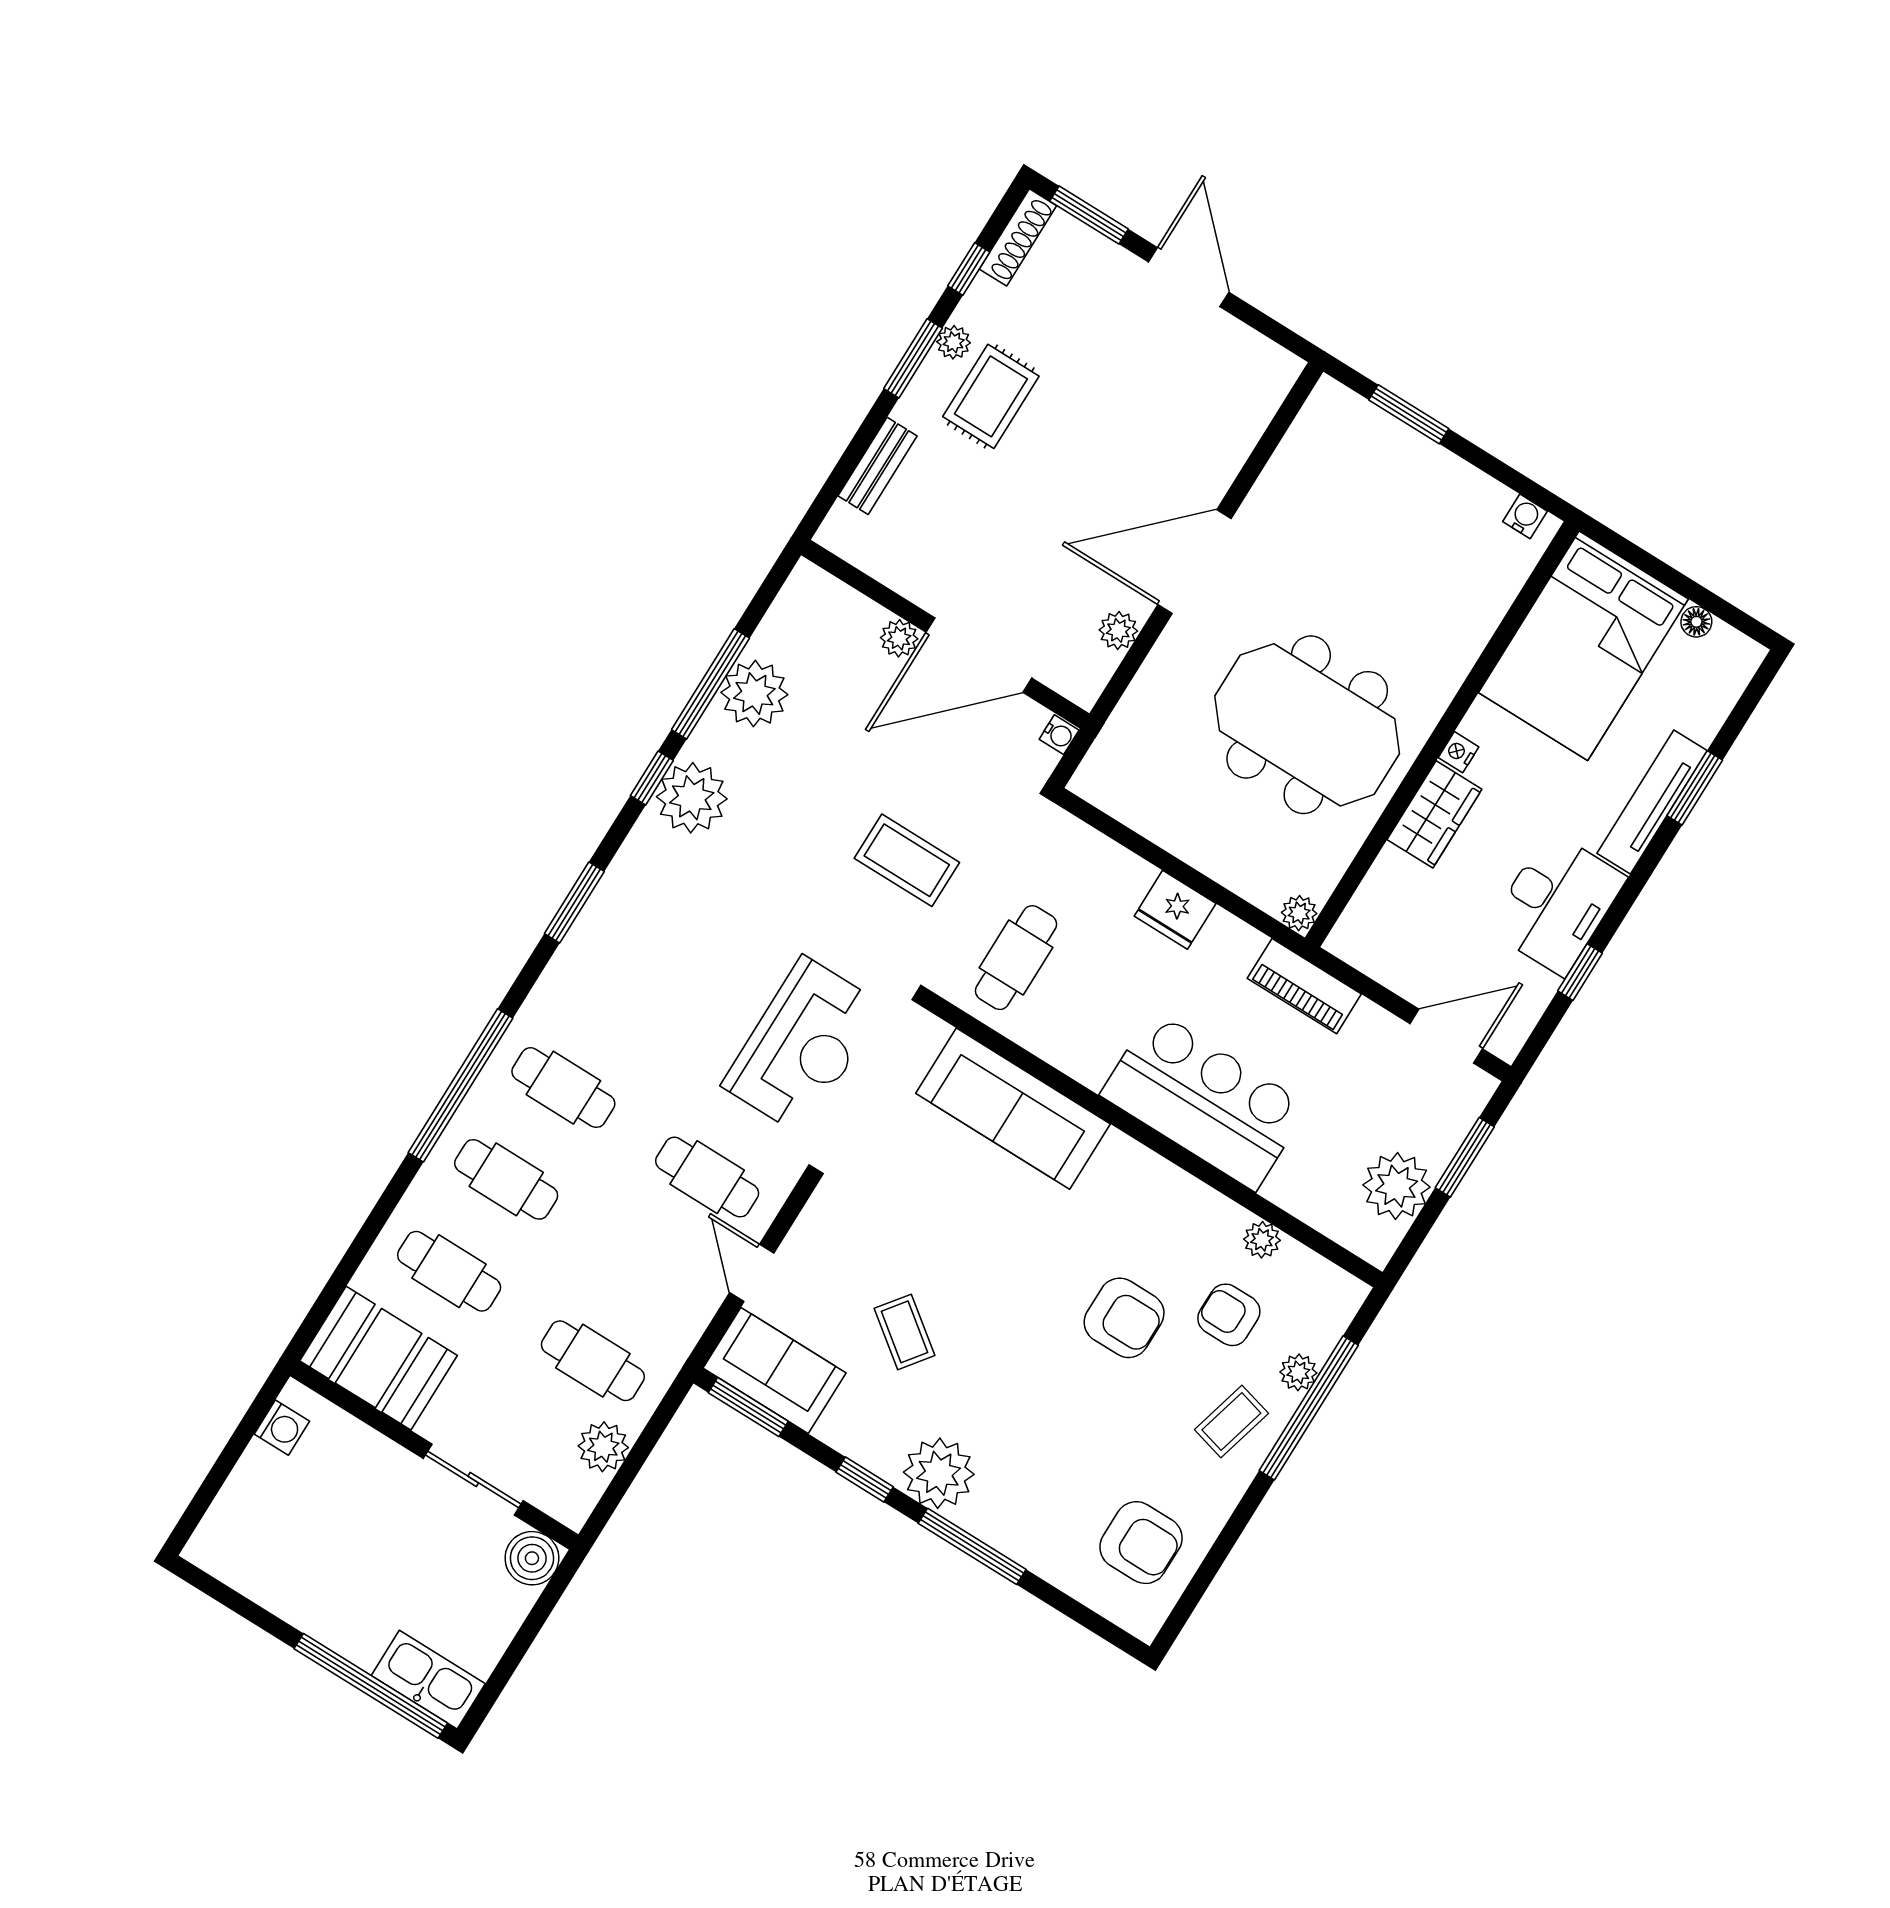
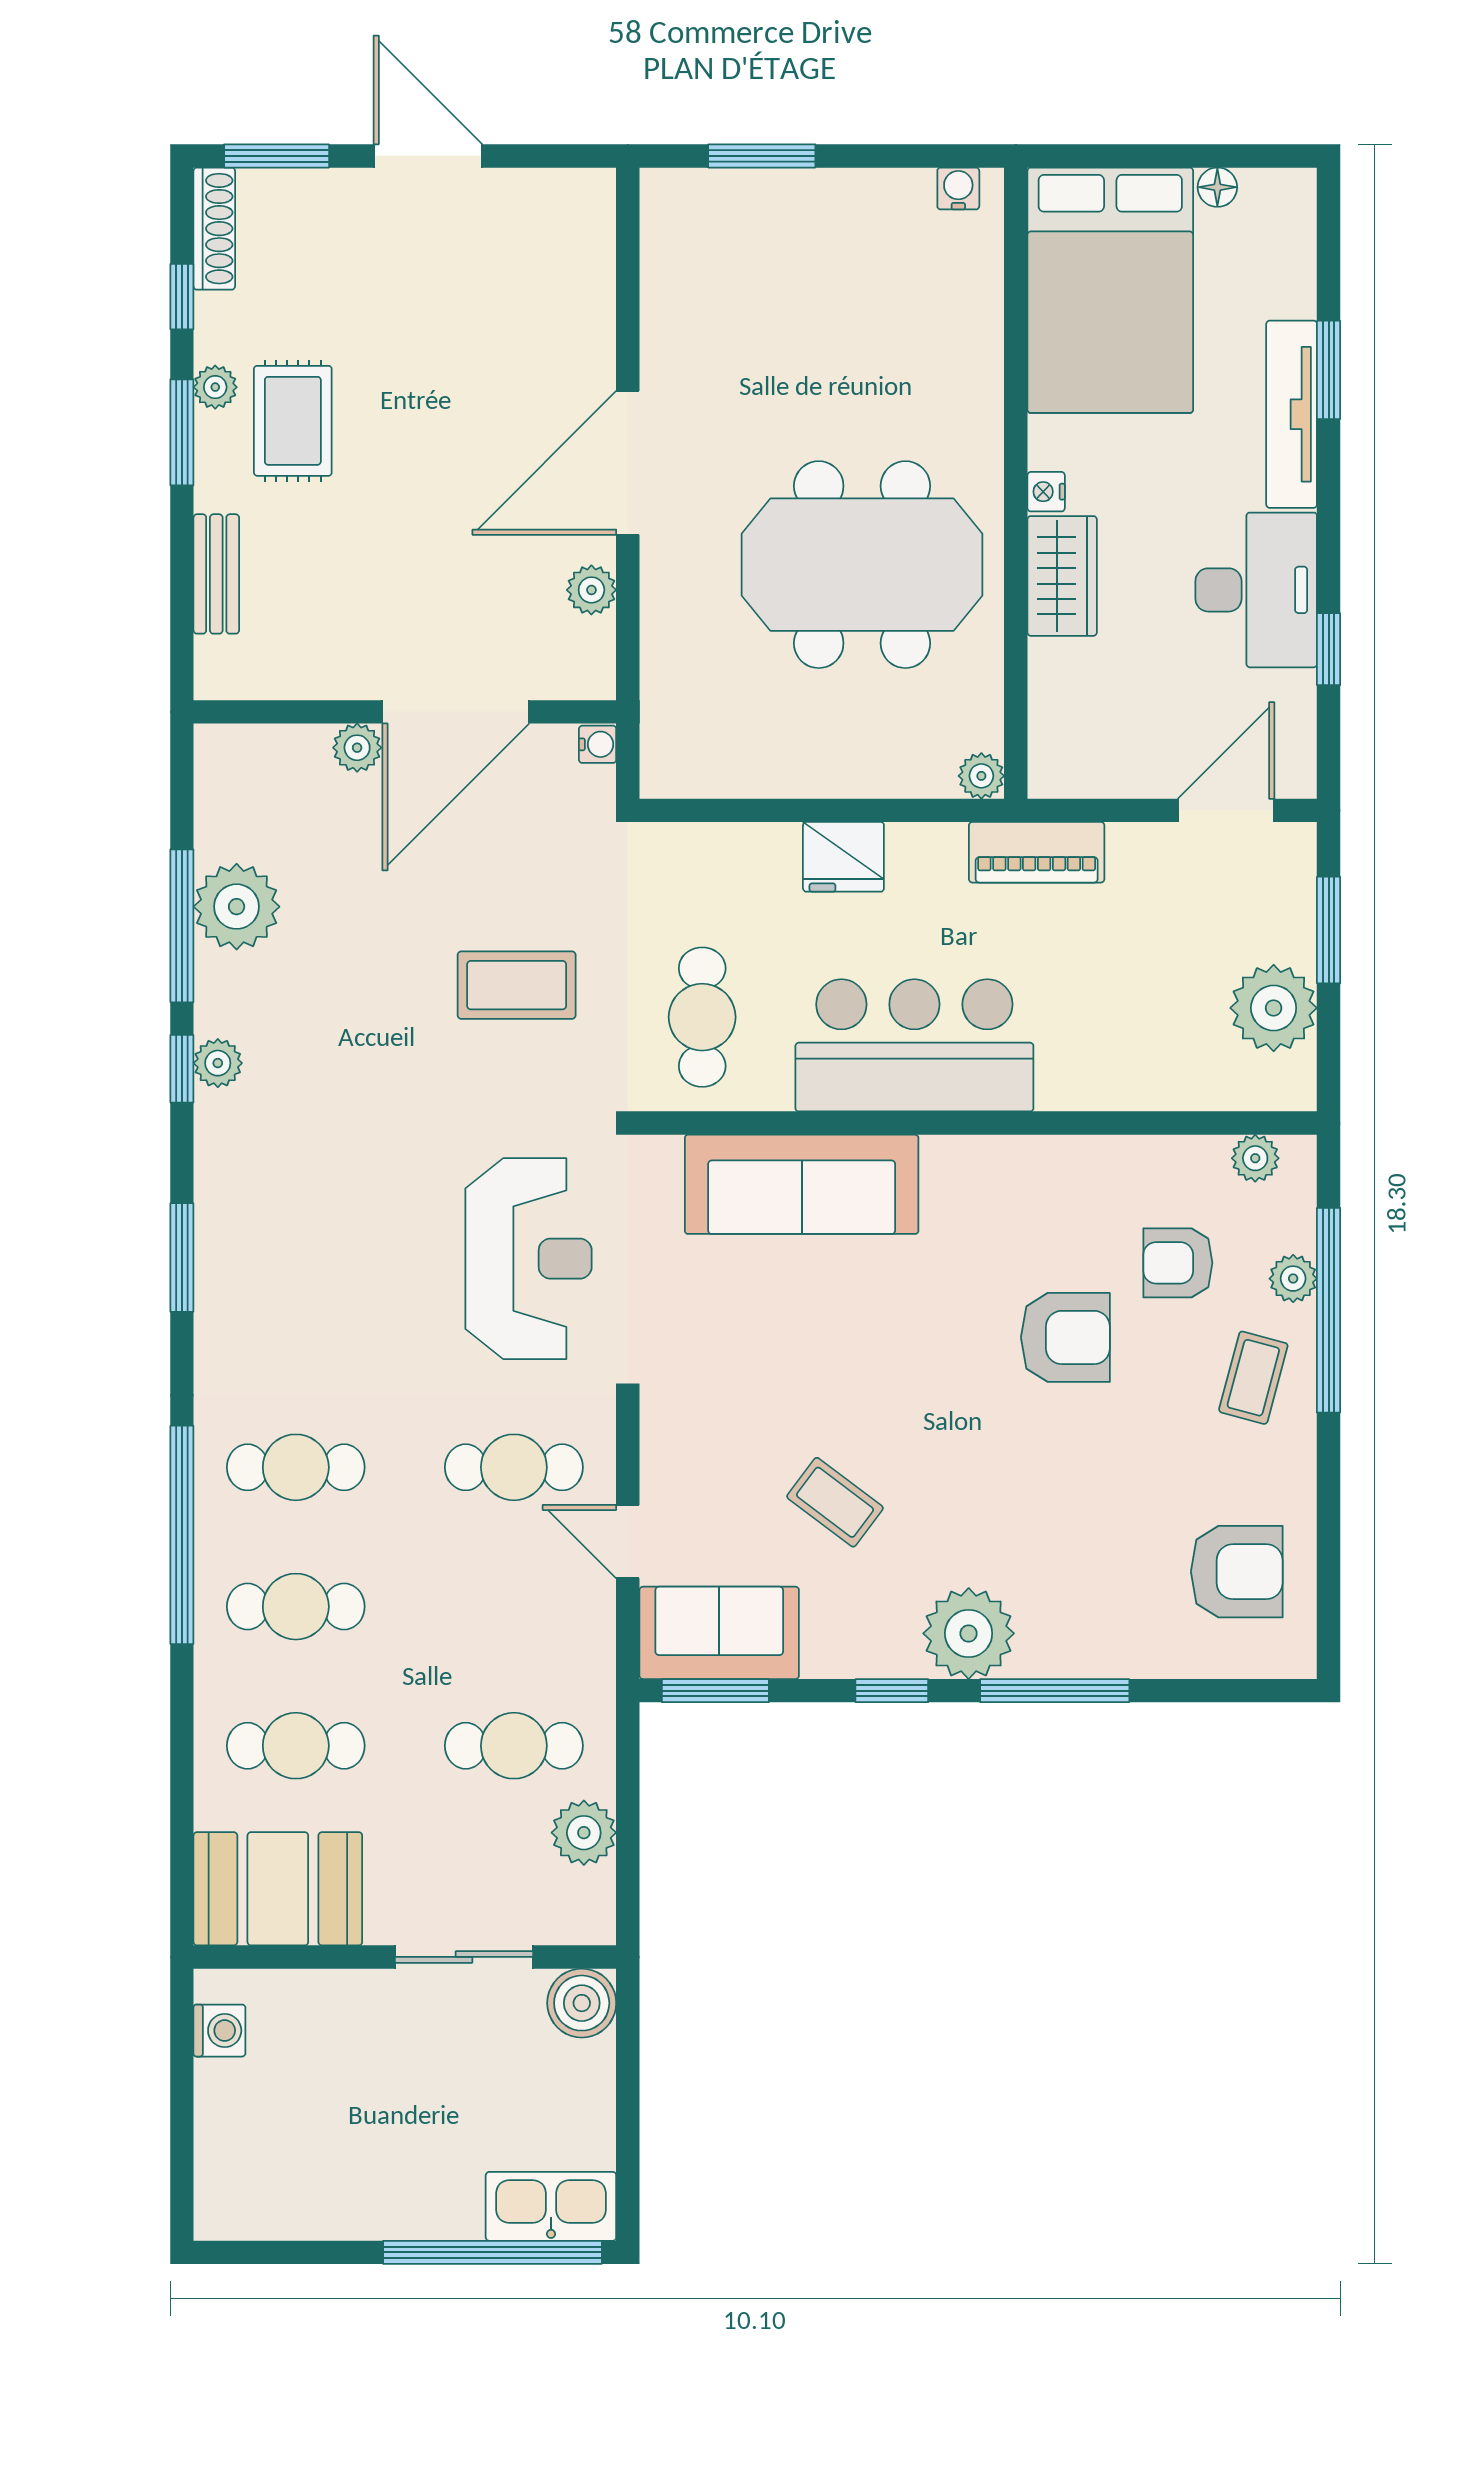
plant: (692, 798) -> (218, 1063), width x0.53, depth x0.53
bar counter: (1204, 1100) -> (914, 1045), moved
plant: (1262, 1240) -> (1255, 1158), moved

